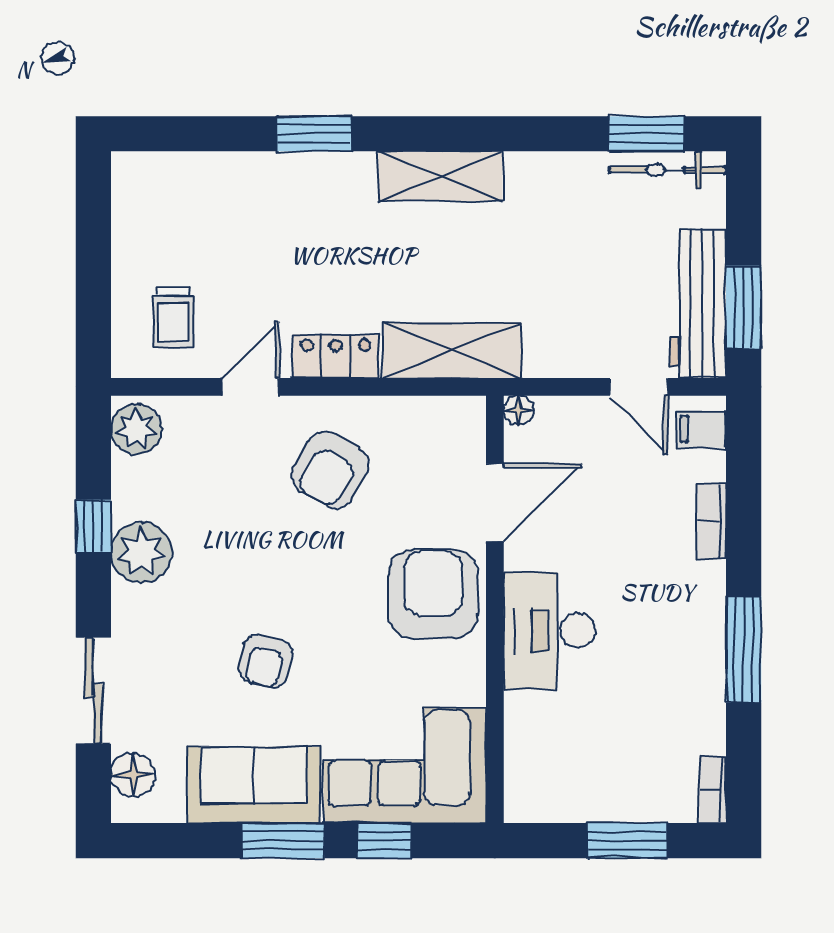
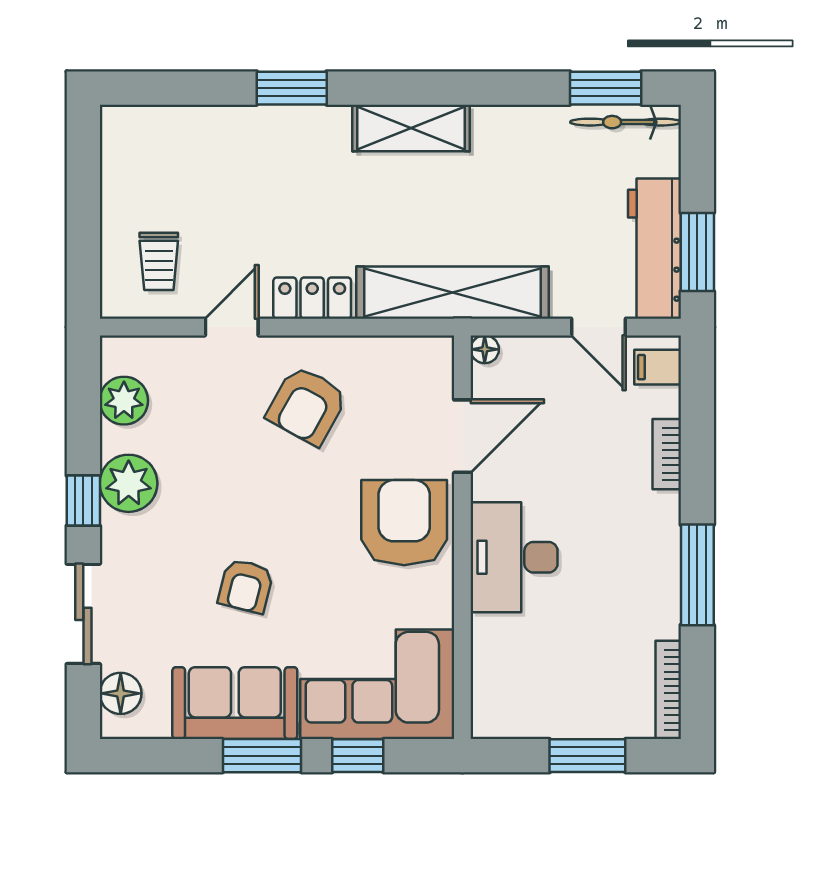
shelving: (452, 350) -> (453, 293), width x1.47
plant: (136, 429) -> (124, 401), moved
window: (93, 526) -> (83, 501), moved
bookcase: (713, 790) -> (668, 690), width x1.56

